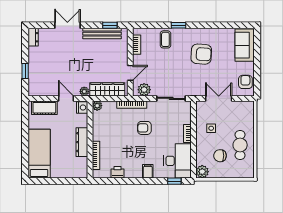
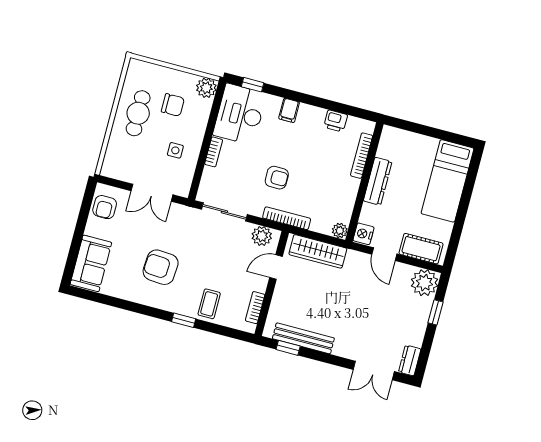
double door: (67, 25) -> (374, 370), moved
plant: (84, 91) -> (424, 283), moved, width x1.88, depth x1.88

